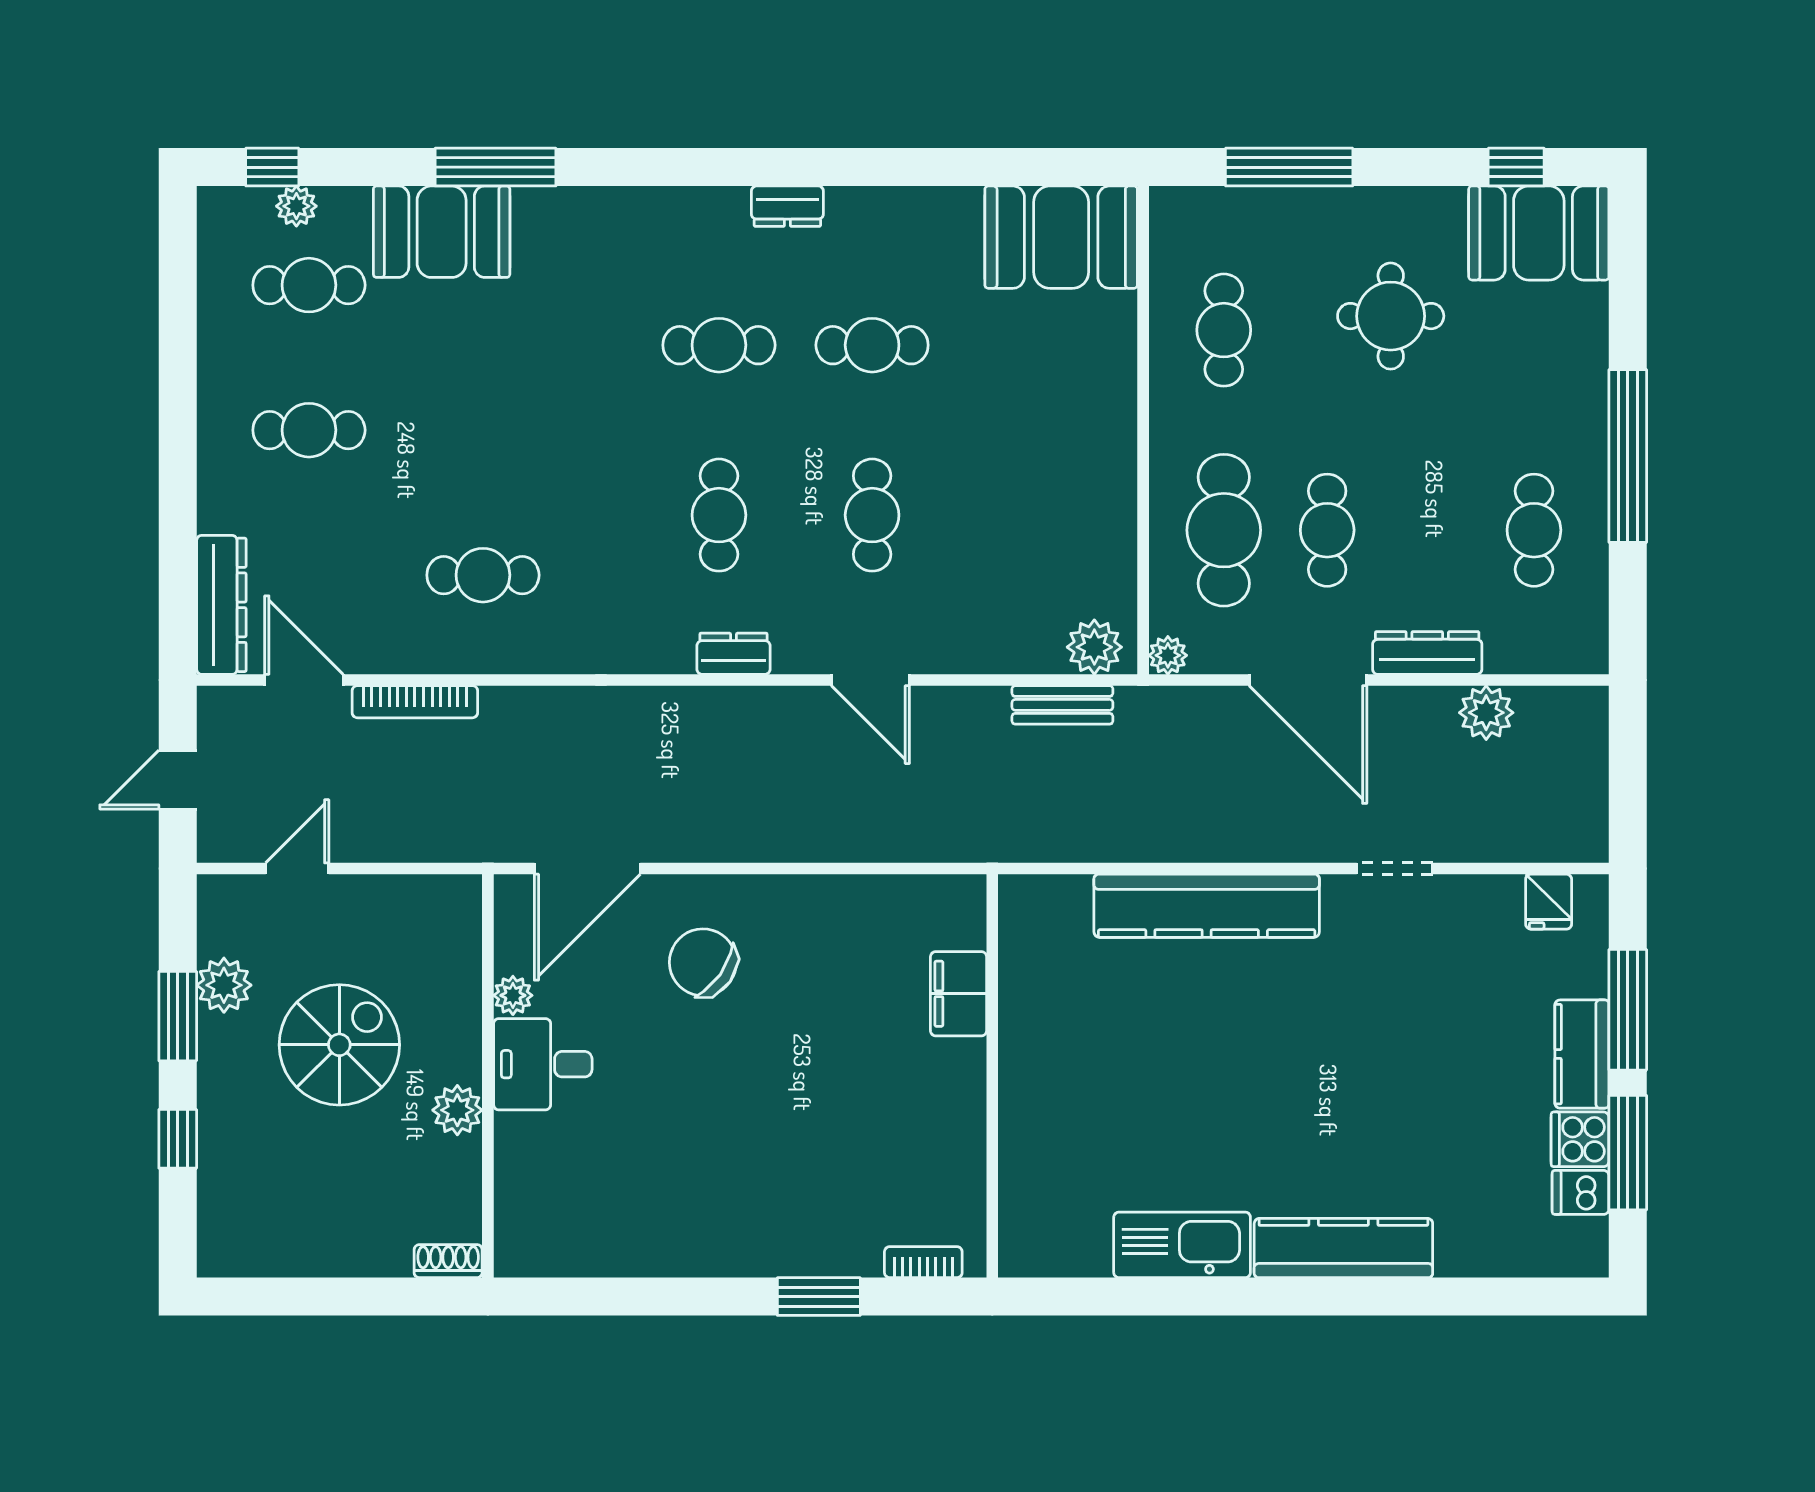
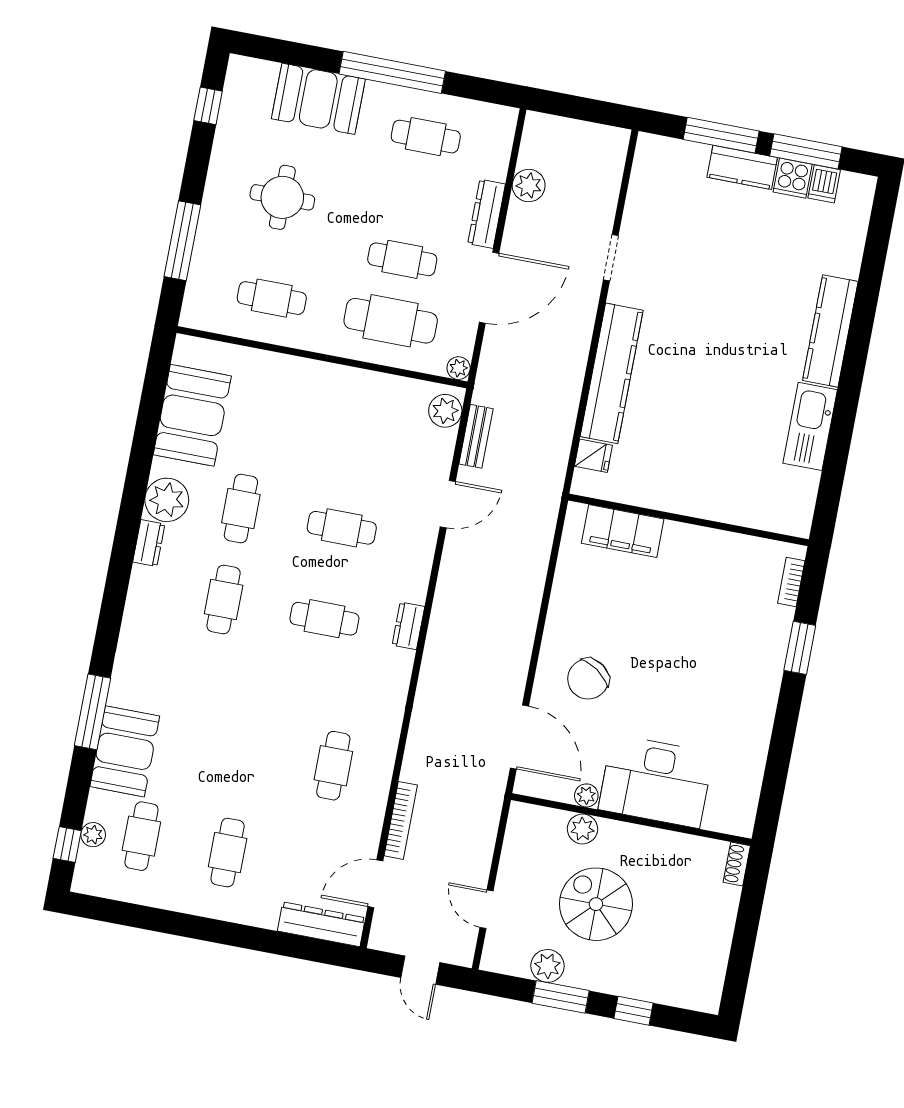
plant: (863, 222) -> (167, 500), added
booth: (1539, 233) -> (318, 99), moved, turned 90
booth: (1061, 237) -> (192, 415), moved
door: (870, 680) -> (448, 504), moved
fridge: (1549, 902) -> (593, 456), moved
filing cabinet: (959, 994) -> (623, 531), width x1.50, depth x1.17
desk: (543, 1064) -> (656, 781), width x1.87, depth x1.30
plant: (457, 1110) -> (583, 829), moved

